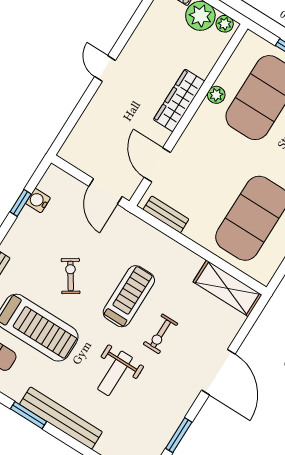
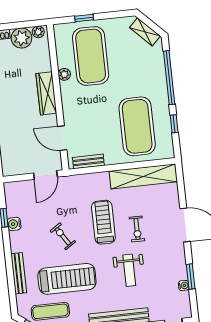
door: (105, 191) -> (45, 175), hinge flipped
water cooler: (38, 201) -> (14, 224), moved
shelving: (227, 288) -> (143, 176), width x1.47
water cooler: (163, 439) -> (184, 285), added

